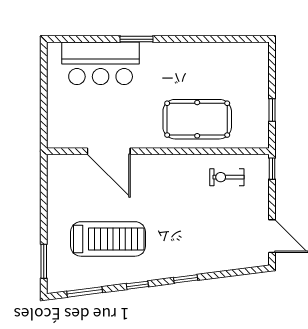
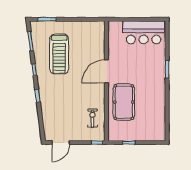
bar counter: (101, 63) -> (144, 32), moved, turned -90
door: (109, 151) -> (106, 71), moved

